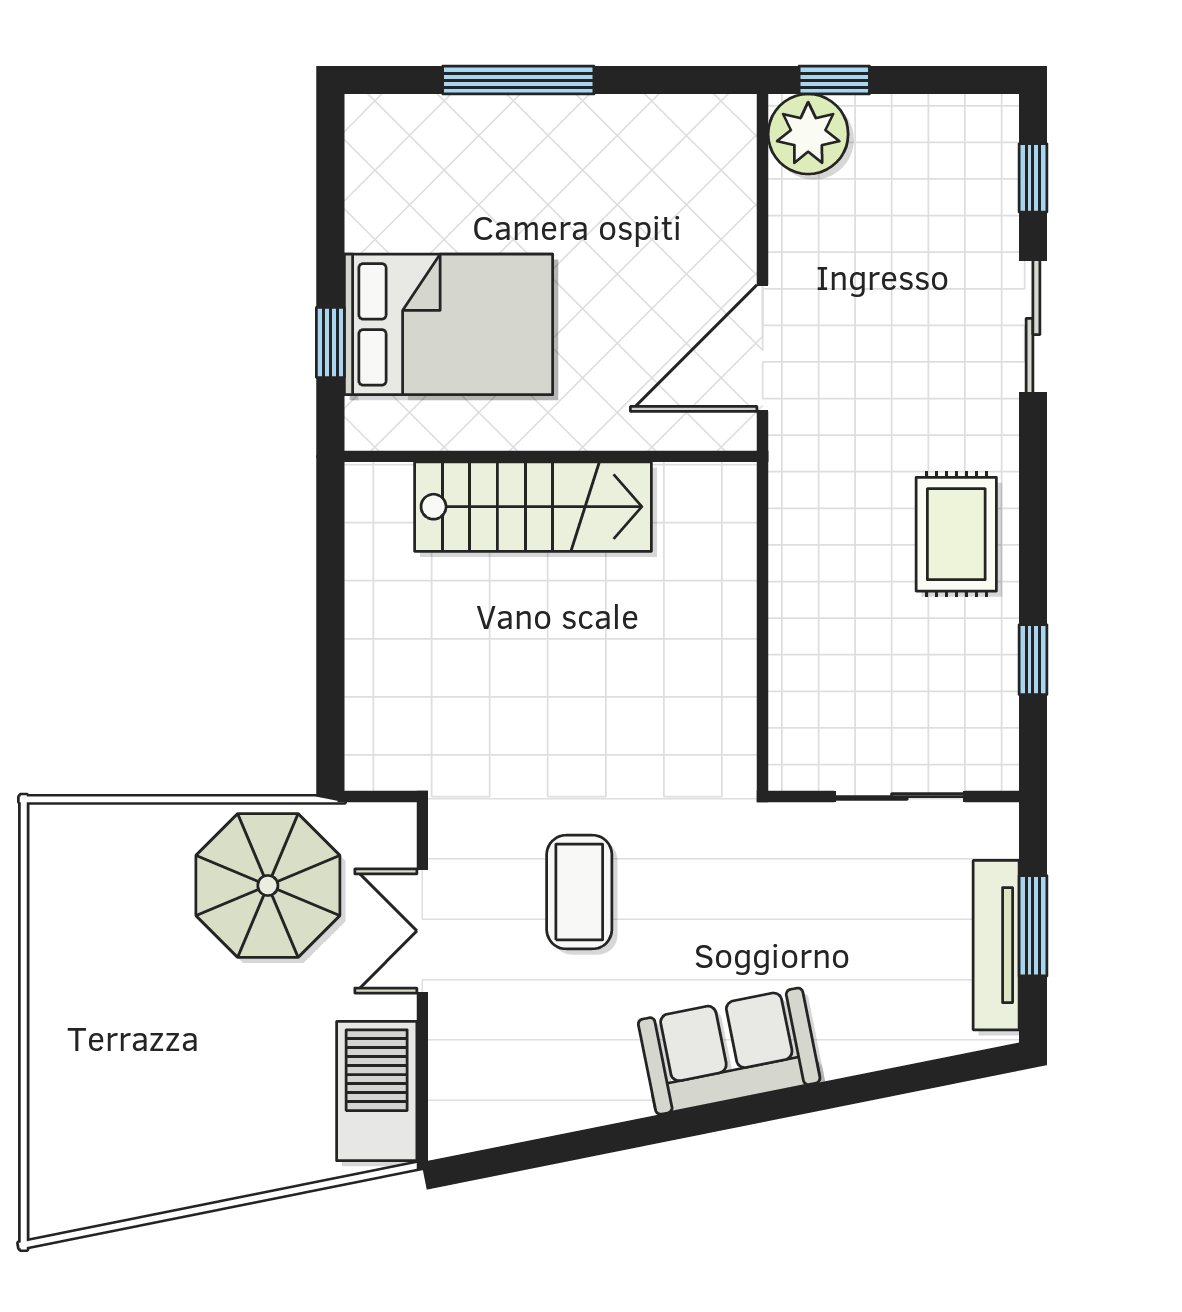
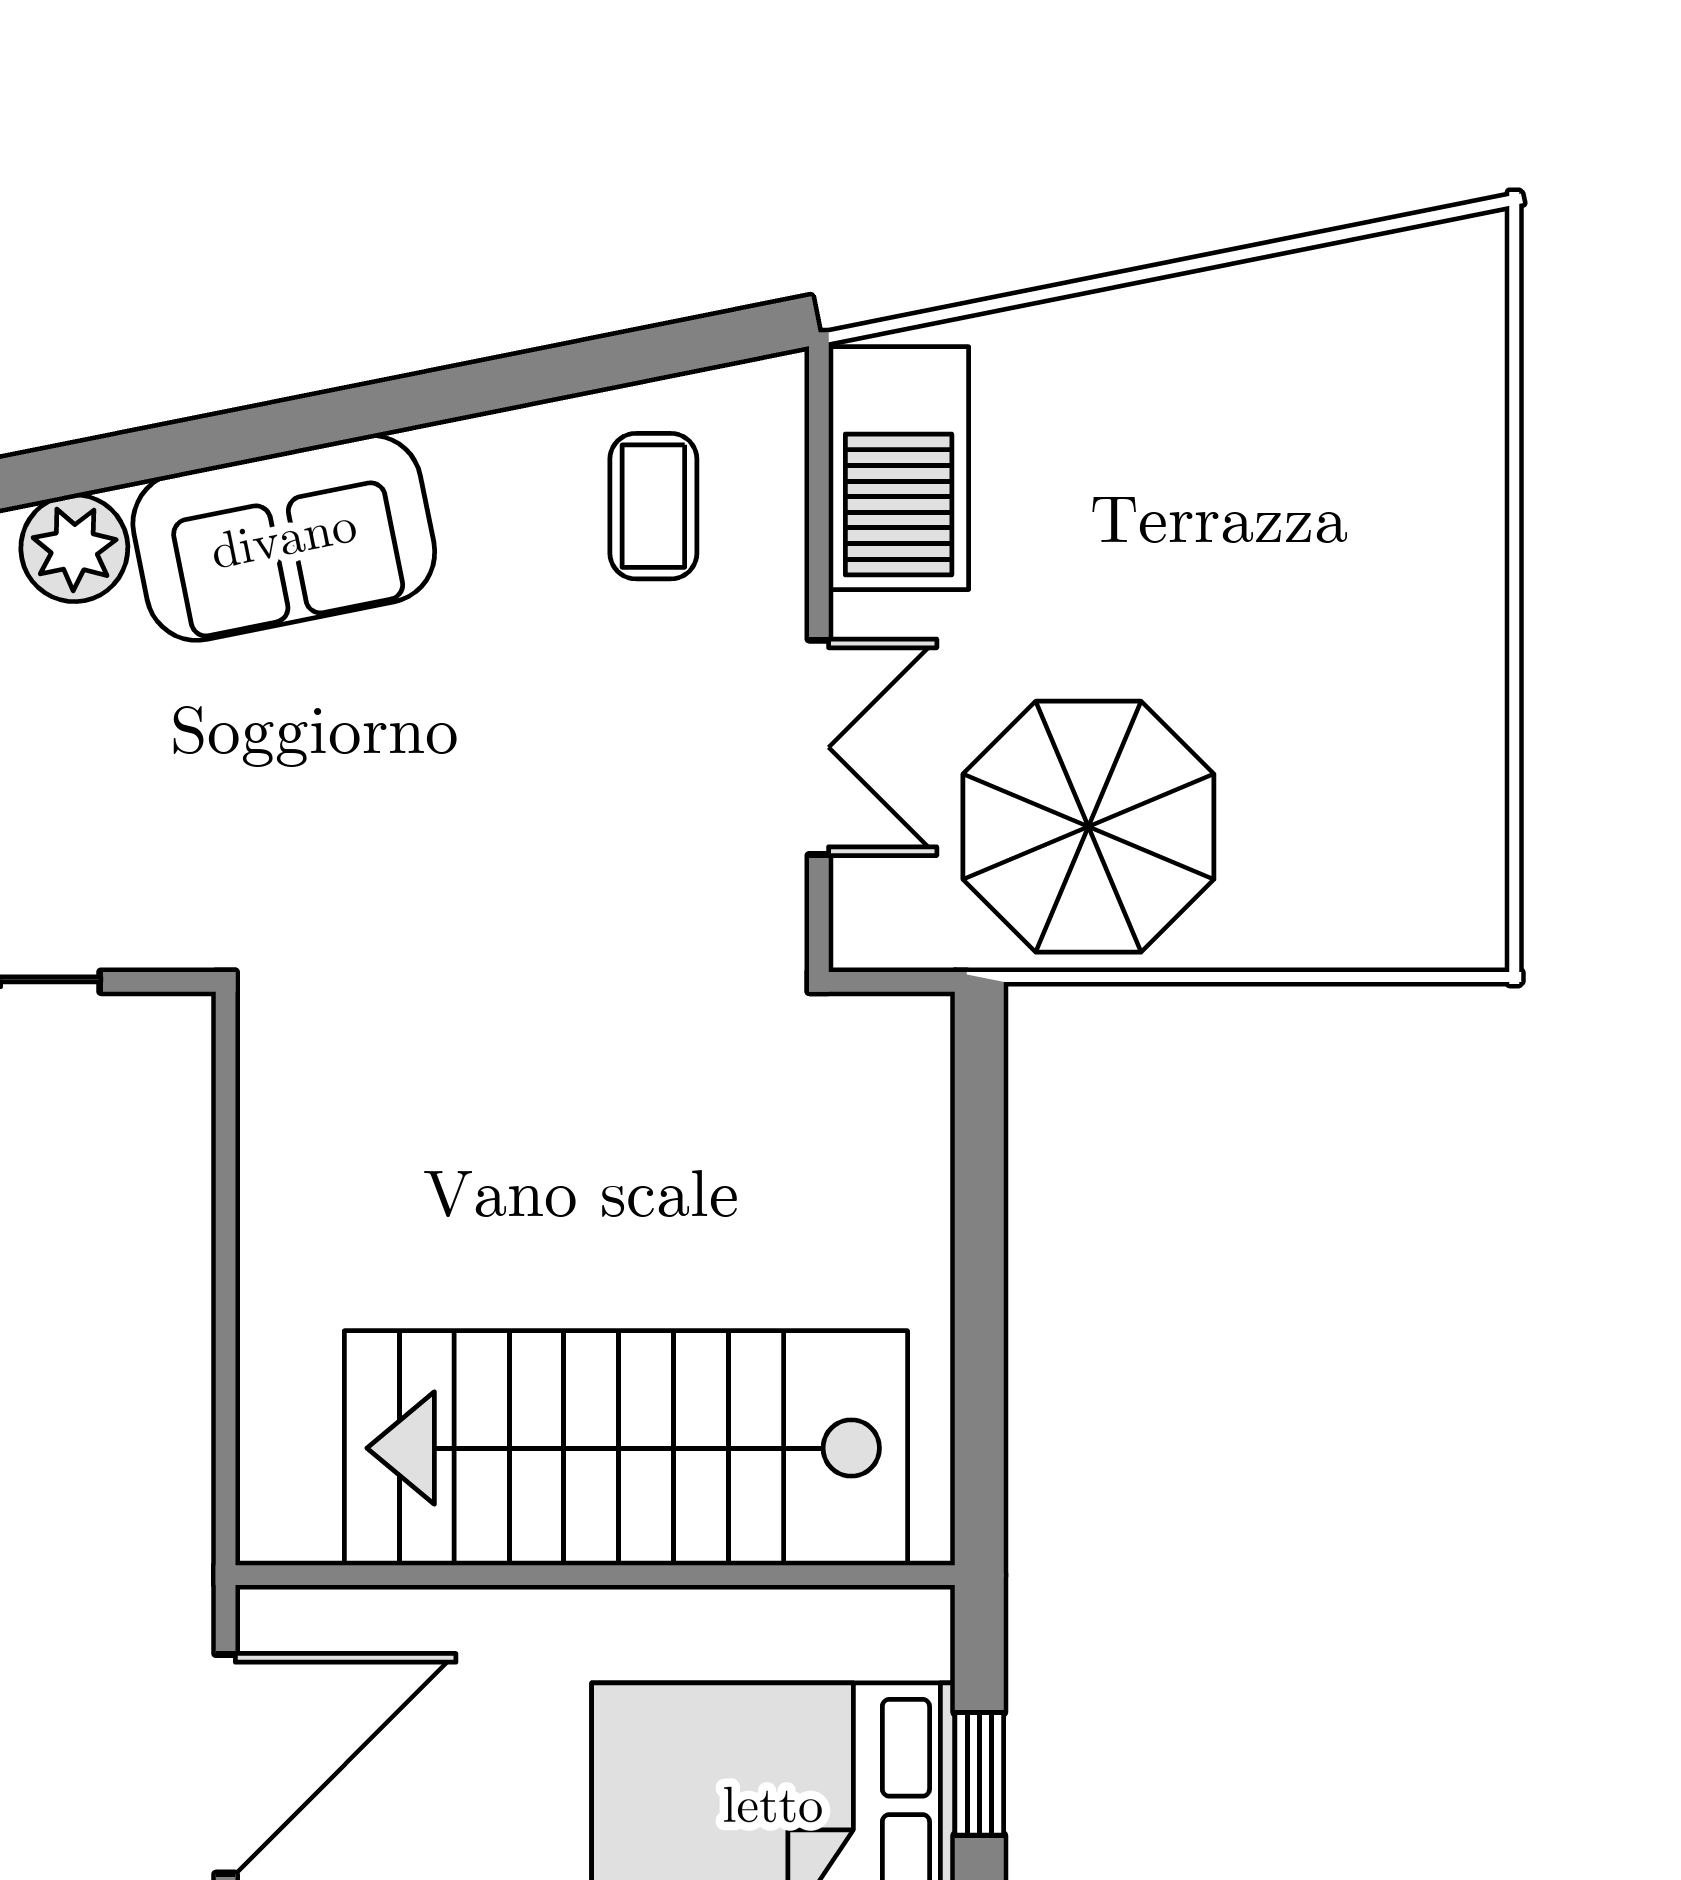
stairs: (533, 507) -> (626, 1448), width x1.36, depth x1.51
coffee table: (579, 892) -> (653, 506), moved, width x0.73, depth x0.77
plant: (849, 1045) -> (74, 548), added

